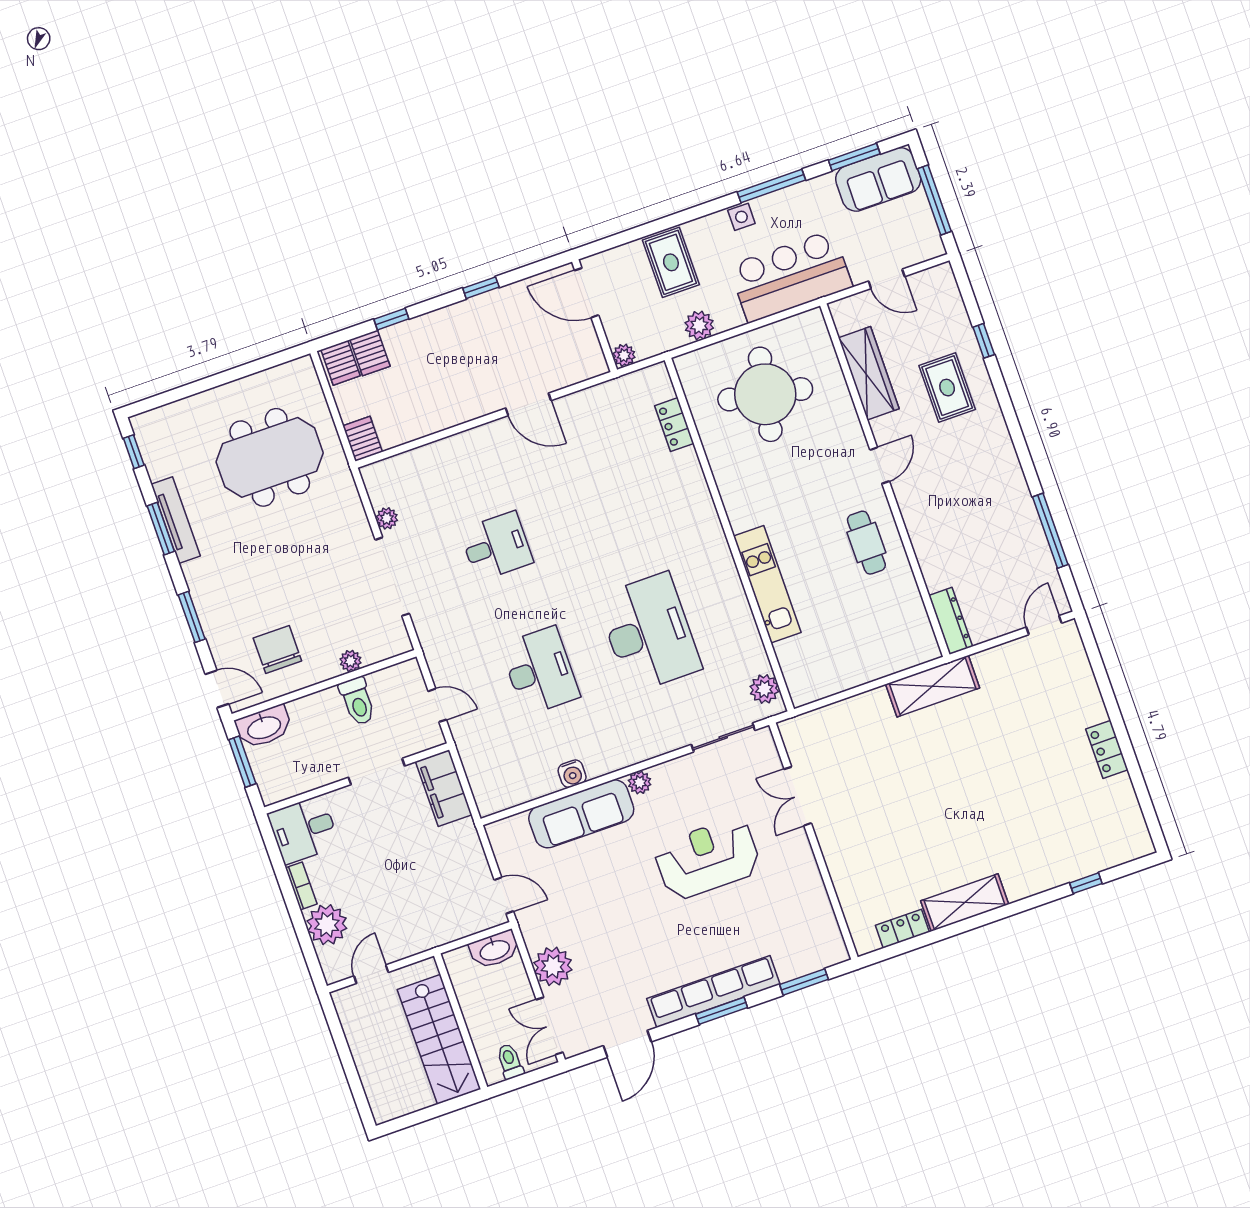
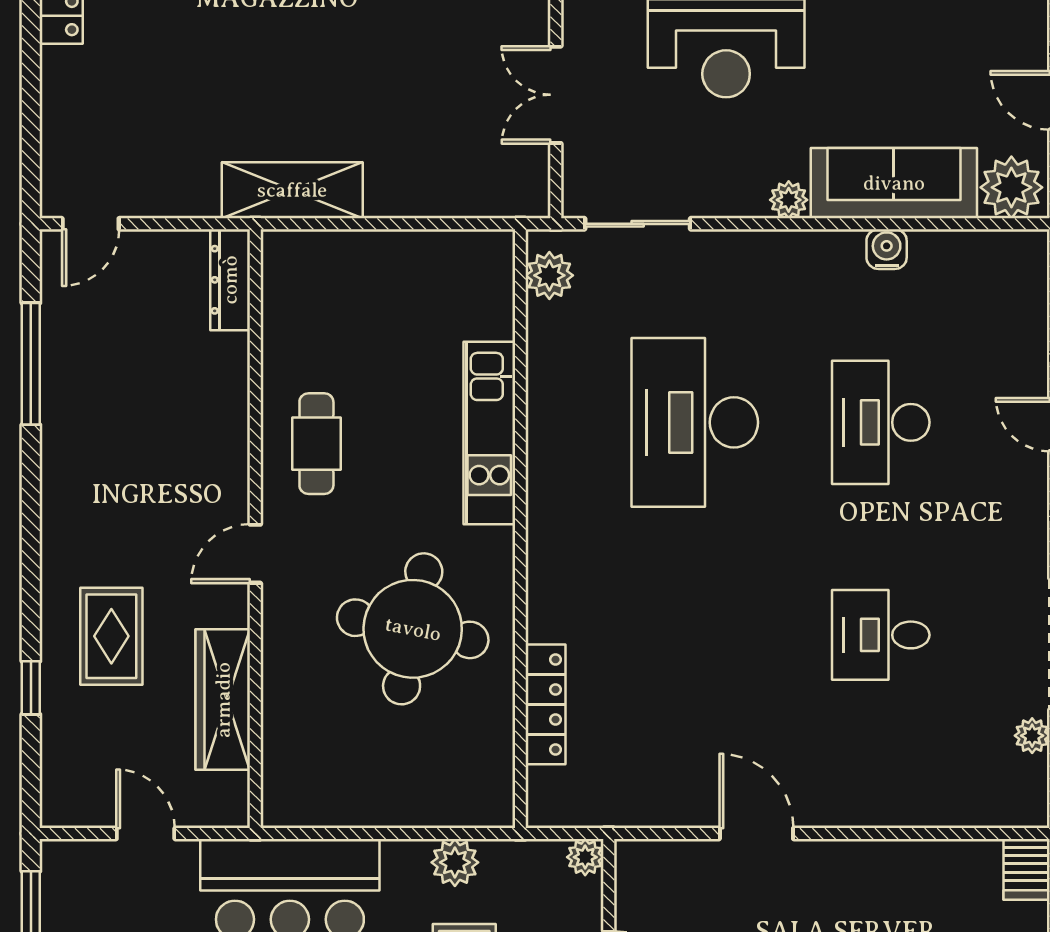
round table: (765, 394) -> (413, 629), moved
locker: (674, 425) -> (546, 704), width x1.53
double door: (798, 796) -> (556, 95), swing flipped
plant: (511, 835) -> (1011, 187), added

